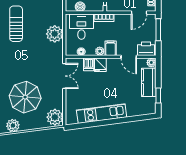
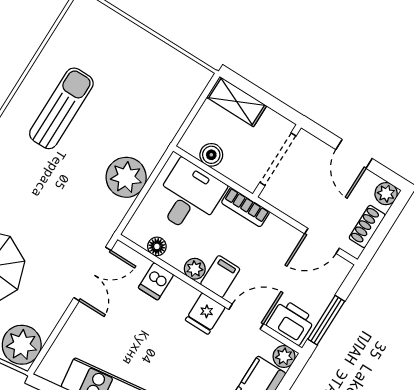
window: (158, 30) -> (326, 320), moved
door: (129, 57) -> (246, 317), swing flipped
fridge: (100, 65) -> (205, 314), moved

